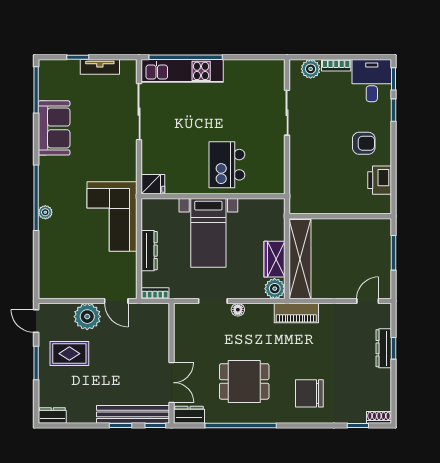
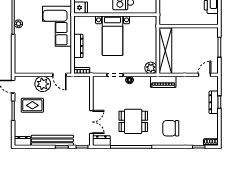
wardrobe: (274, 259) -> (151, 51), removed
bench: (133, 414) -> (52, 140), moved

